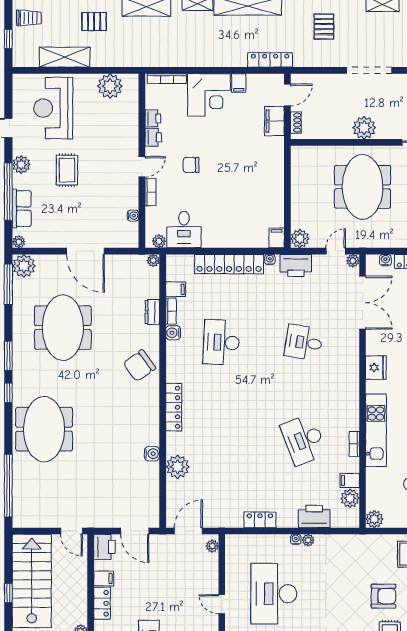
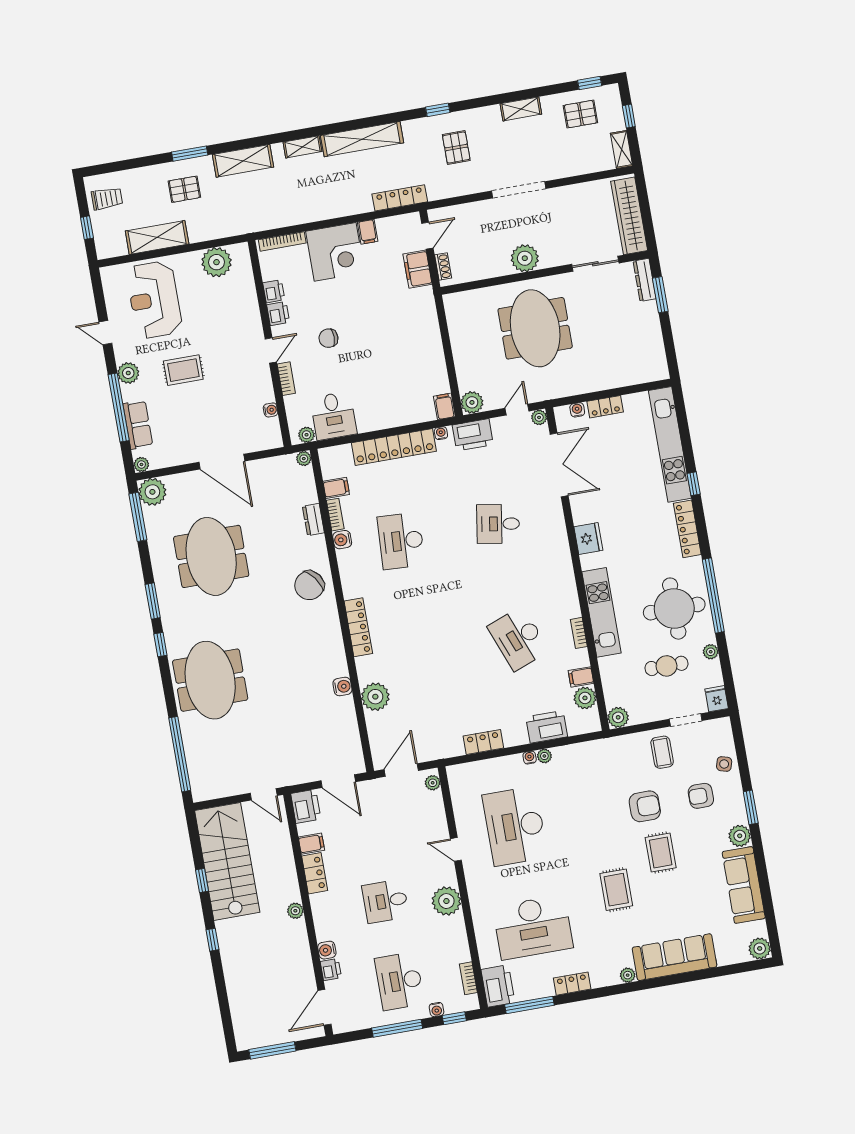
rug: (67, 170) -> (183, 370), turned 90

